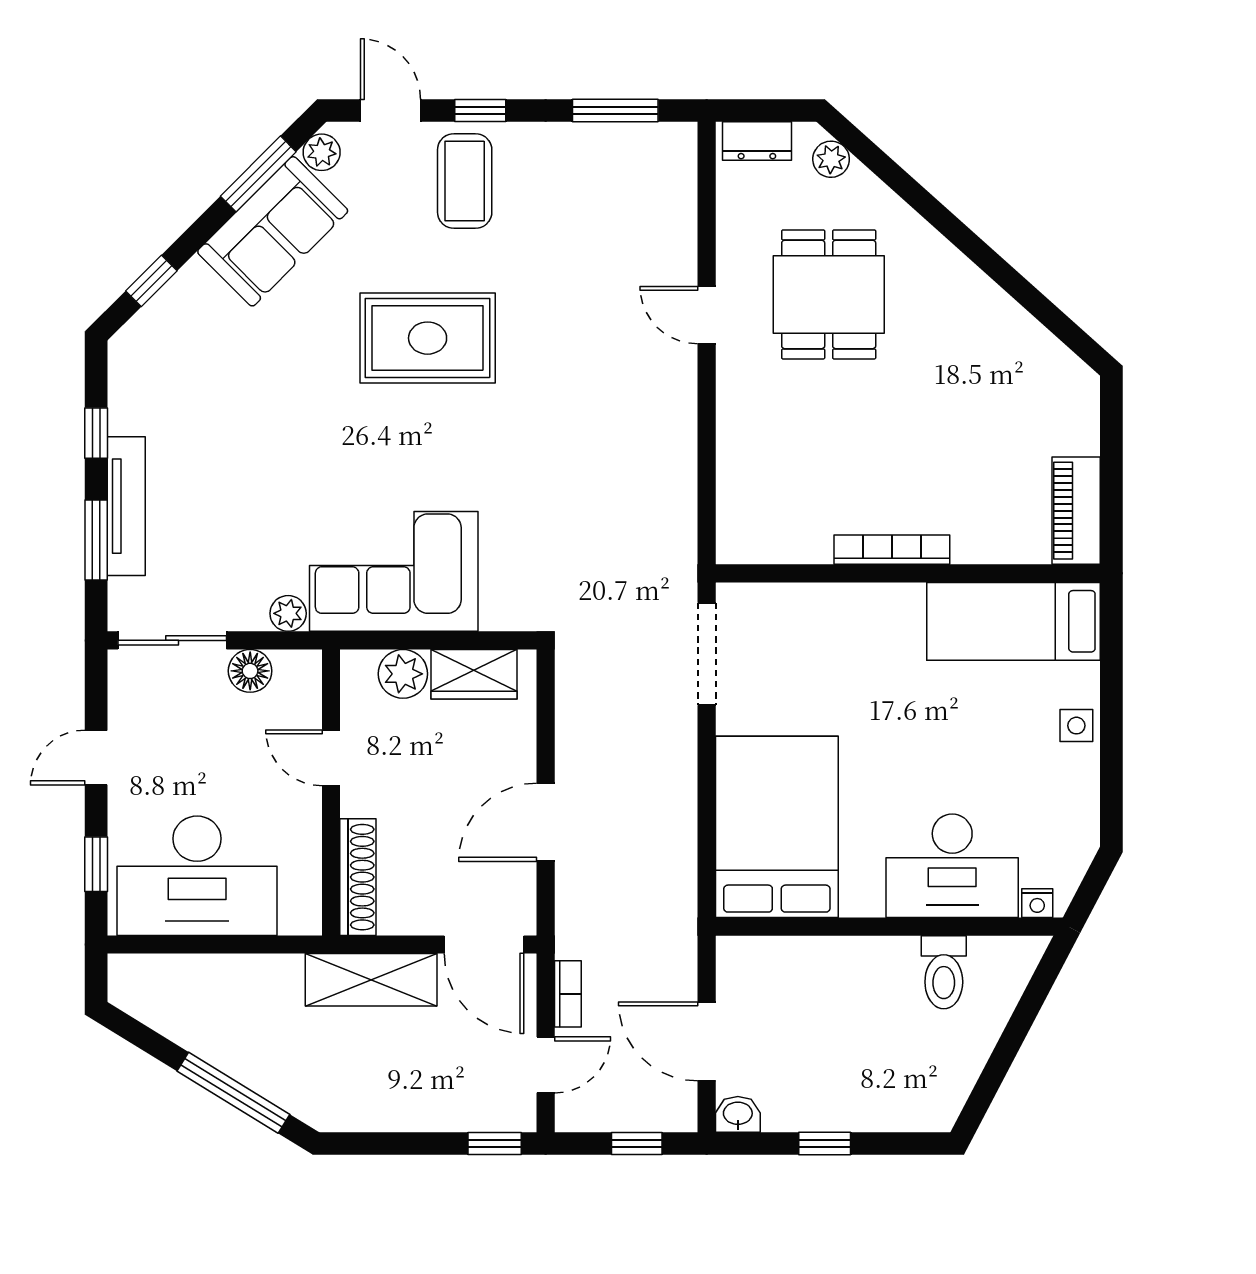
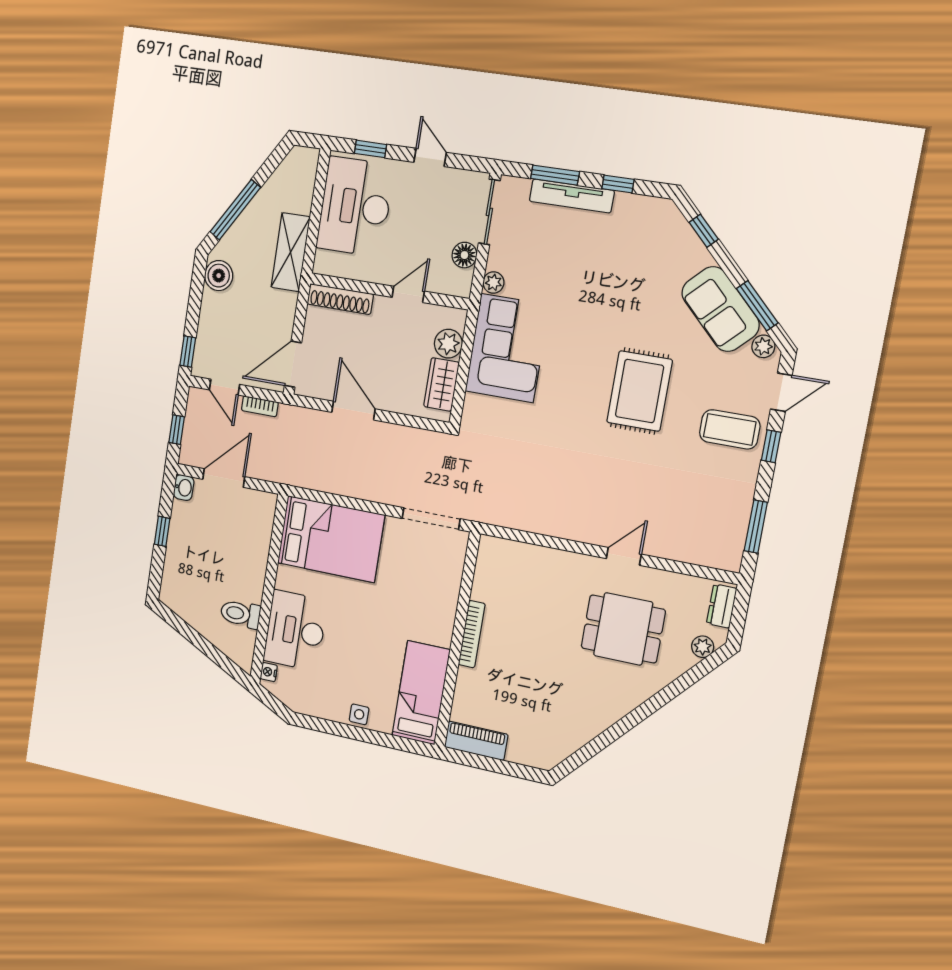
shelving: (371, 980) -> (291, 252), moved
boiler: (352, 1106) -> (219, 276), added

